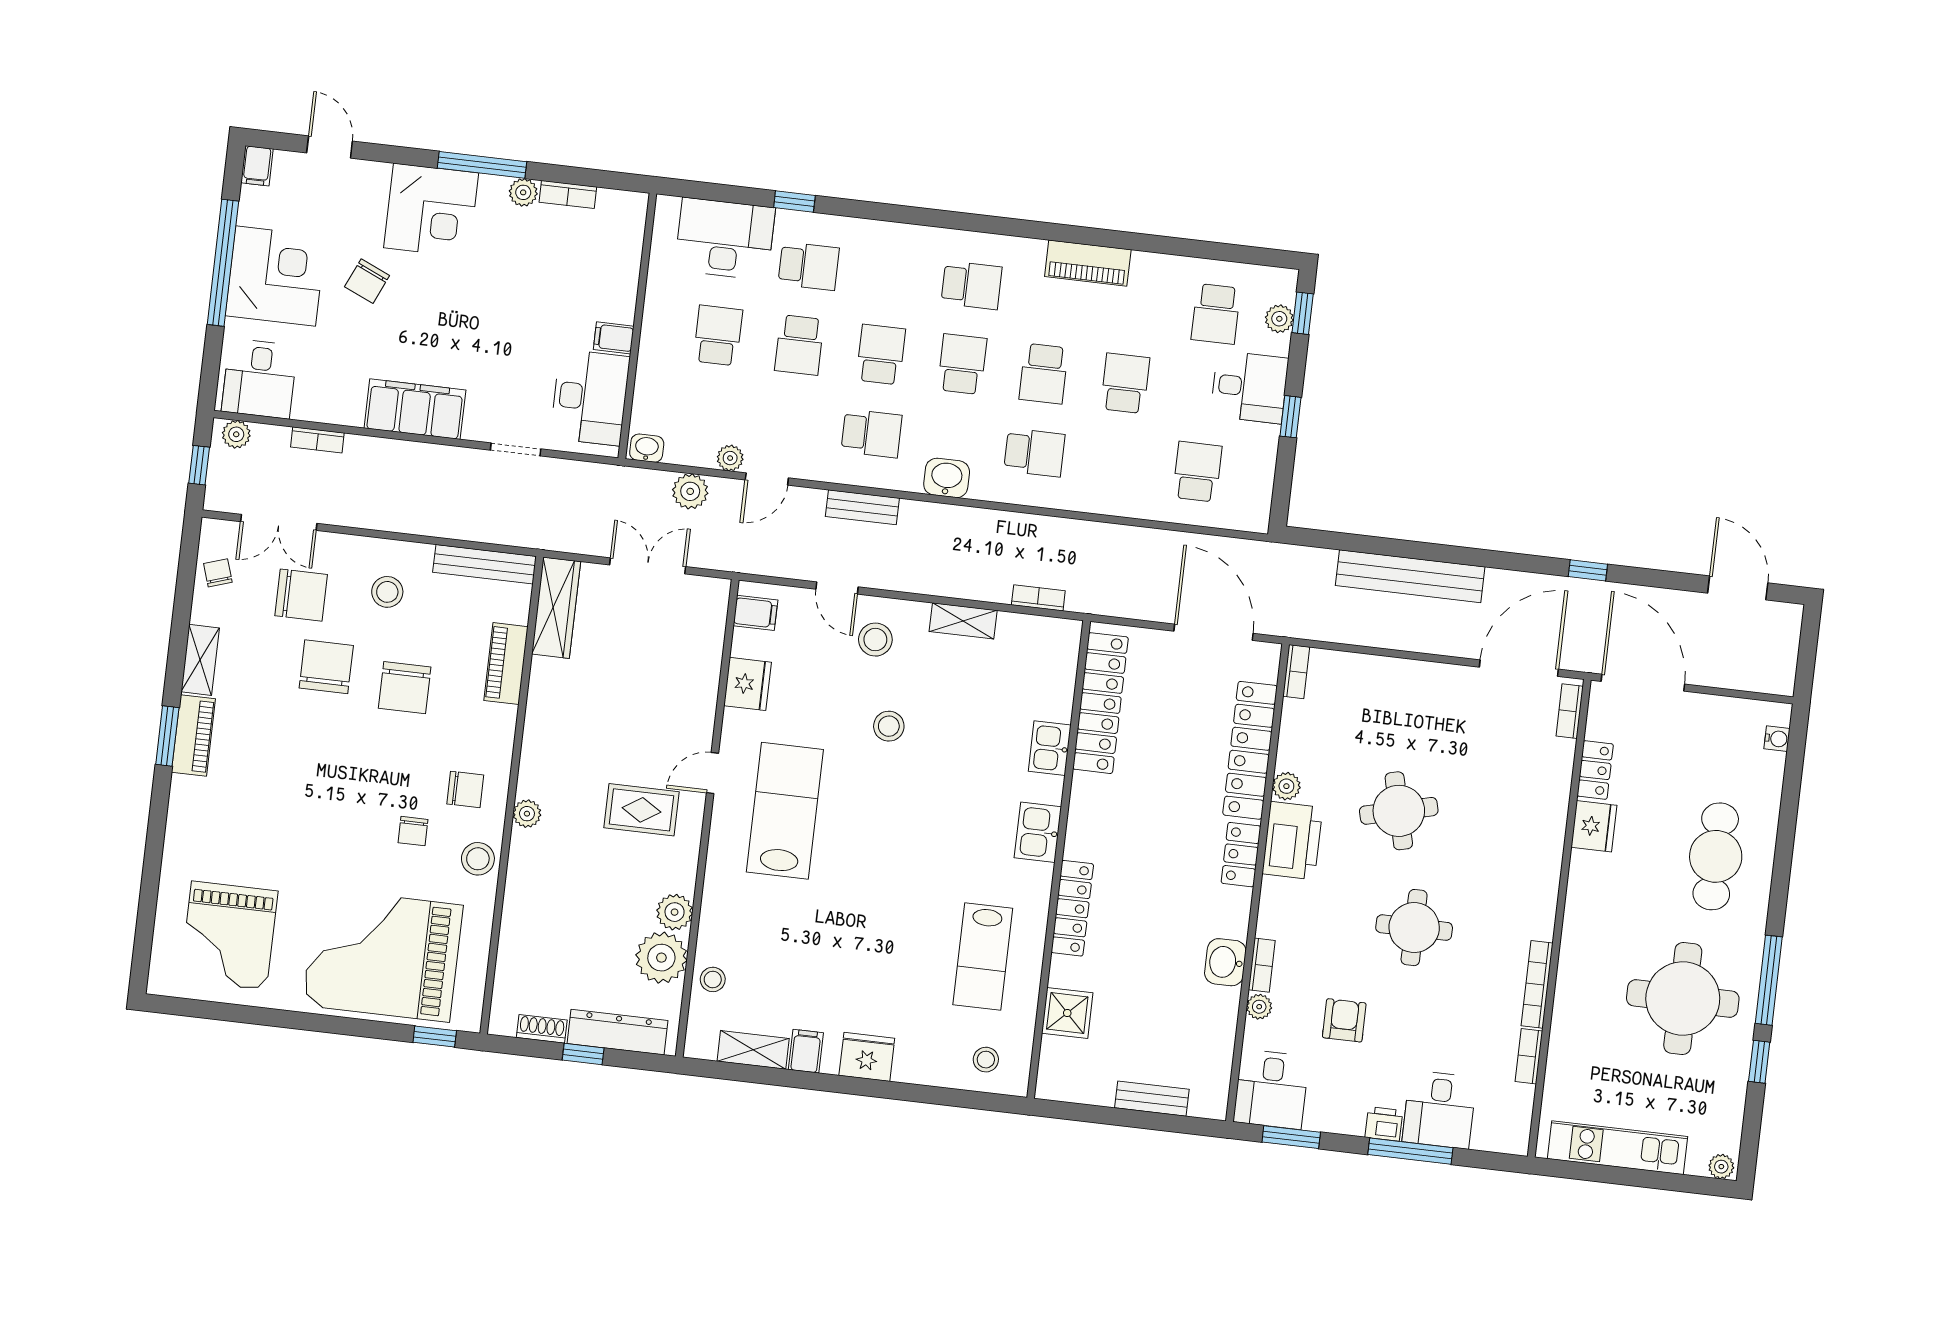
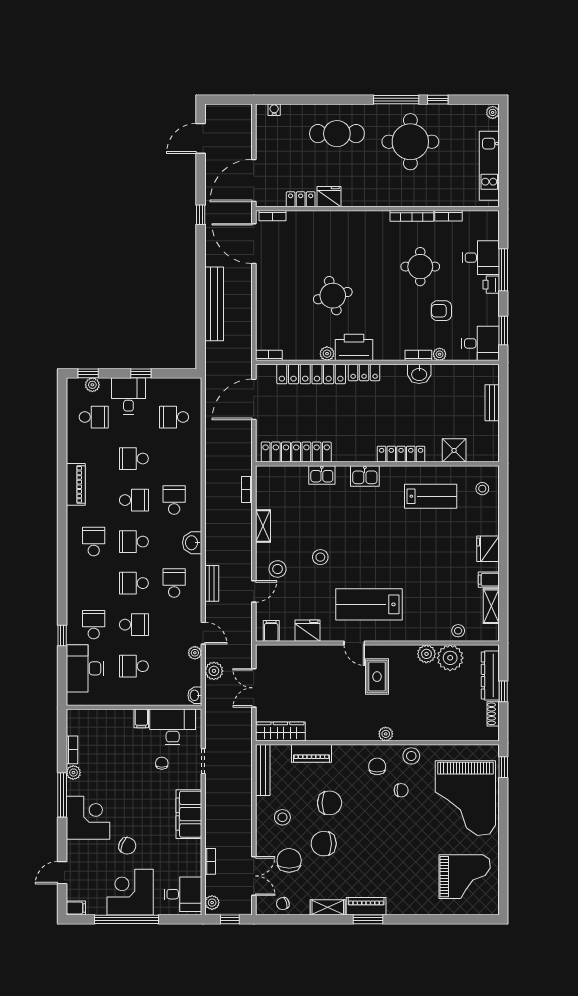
chair: (521, 368) -> (162, 763), added
round table: (1414, 928) -> (420, 267), moved

